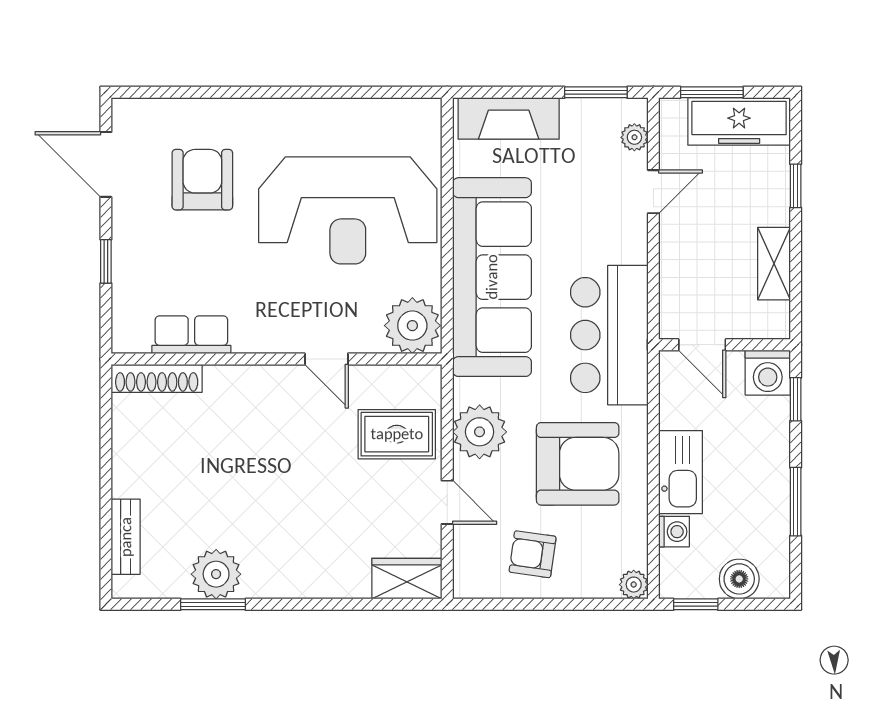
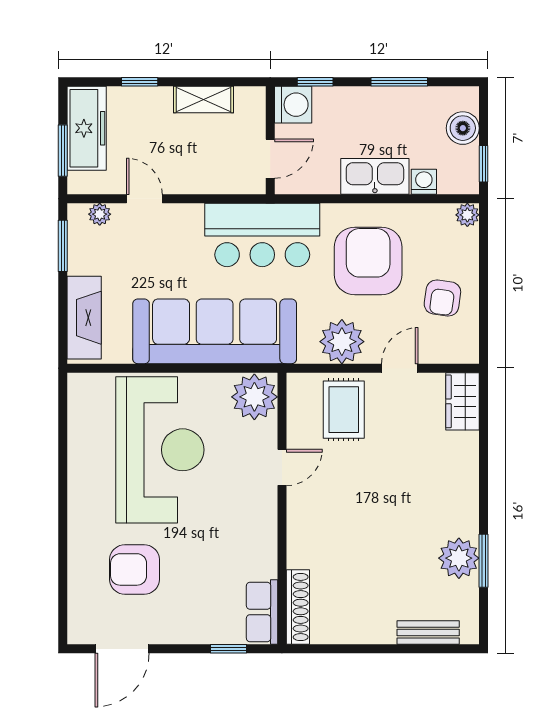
window: (106, 261) -> (228, 649), moved
row of seats: (191, 335) -> (262, 612), moved

